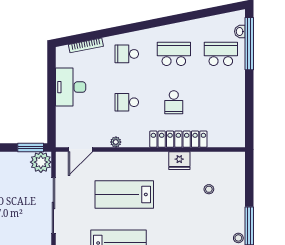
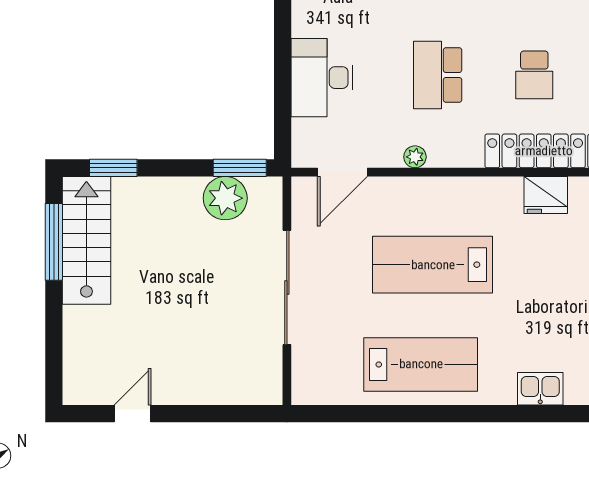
desk: (71, 87) -> (322, 78), moved
school desk: (127, 102) -> (438, 75), width x1.85
plant: (41, 162) -> (225, 198), moved

